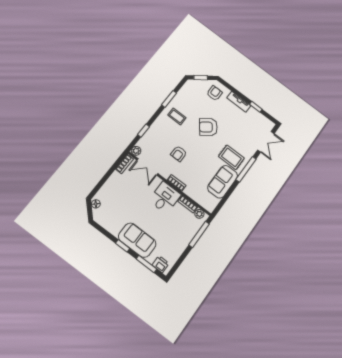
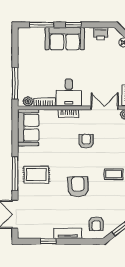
armchair: (208, 127) -> (78, 187), turned -55
sofa: (223, 182) -> (28, 128), moved
printer: (161, 264) -> (101, 34), moved

